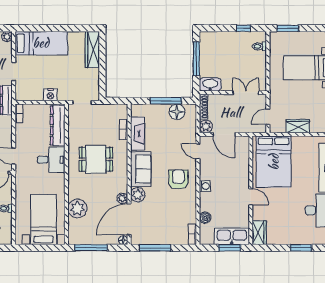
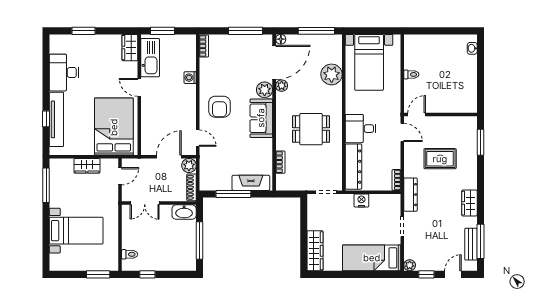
floor lamp: (177, 112) -> (221, 182), removed
fireplace: (137, 134) -> (251, 183), moved, turned 90
door: (224, 134) -> (169, 157), hinge flipped
washing machine: (205, 186) -> (190, 78), moved
boiler: (205, 218) -> (190, 64), removed
kitchen sink: (232, 236) -> (150, 58), moved, turned -90

